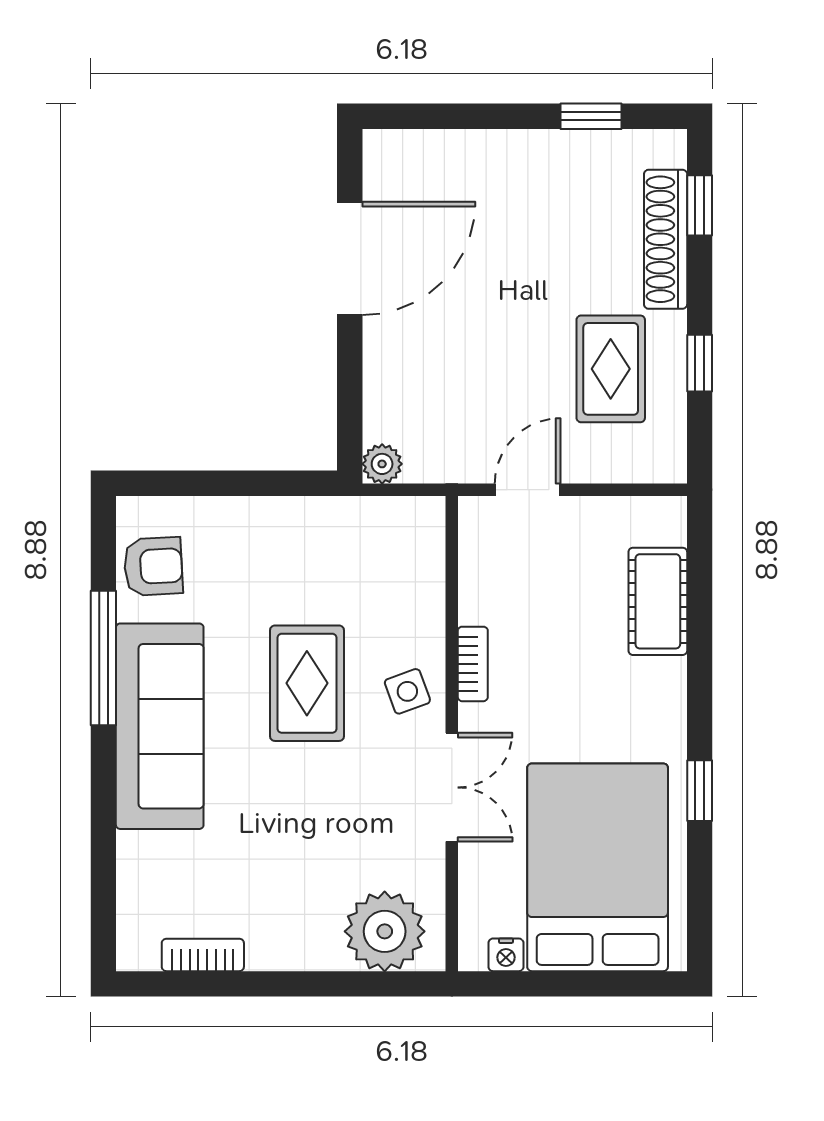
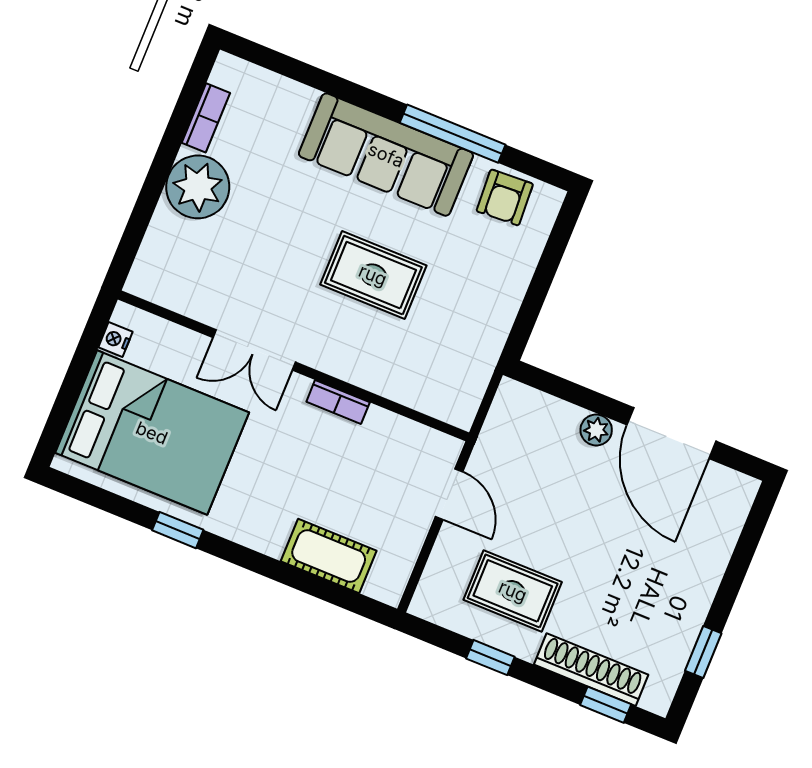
plant: (382, 464) -> (596, 430), moved
side table: (407, 691) -> (338, 346), removed
plant: (385, 931) -> (198, 187), moved

